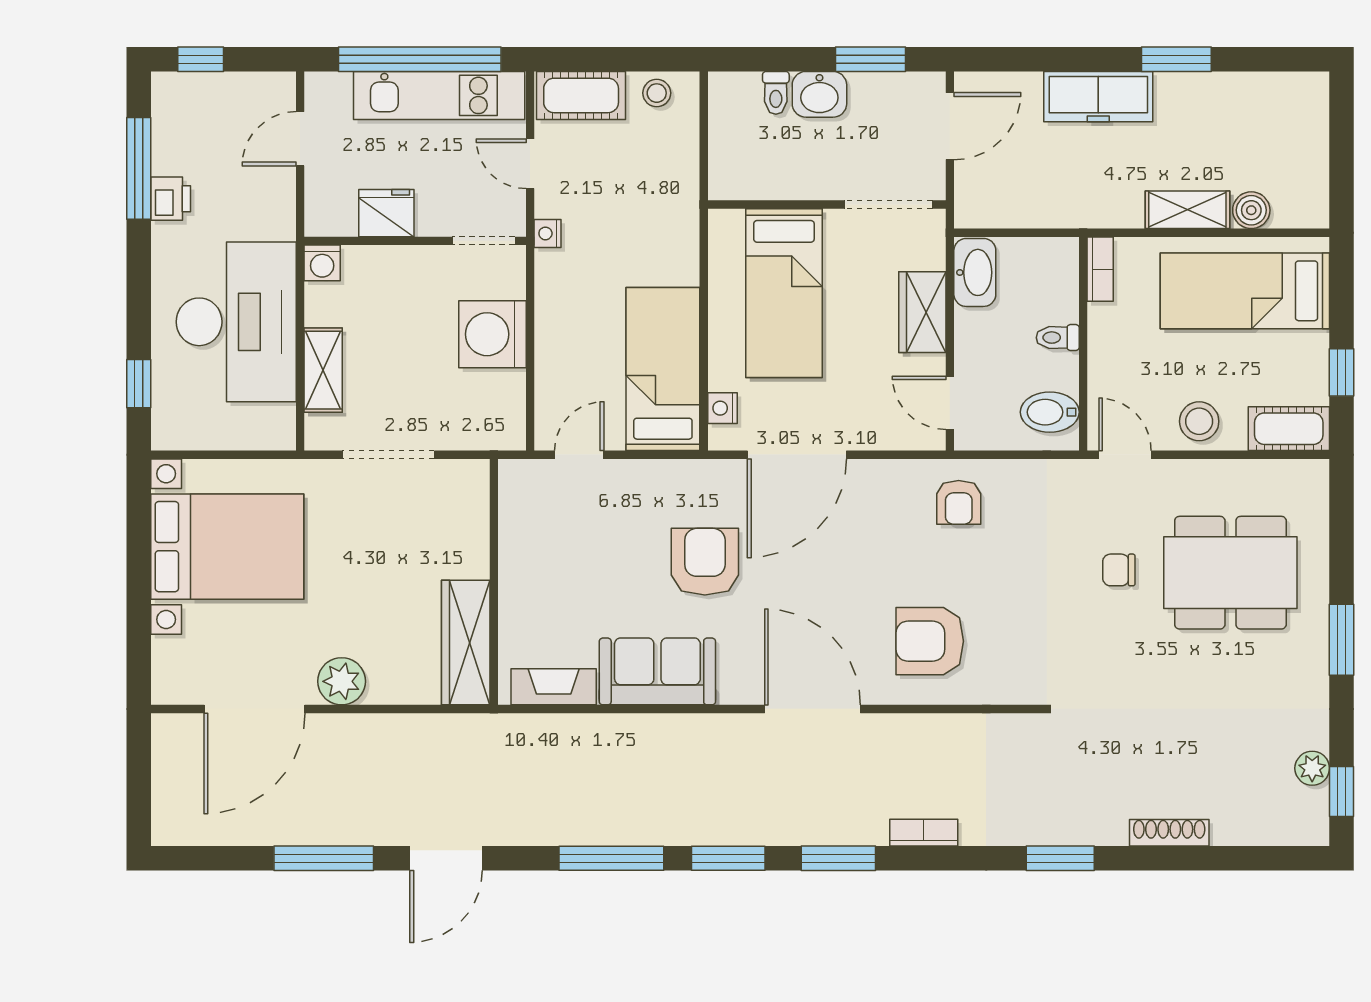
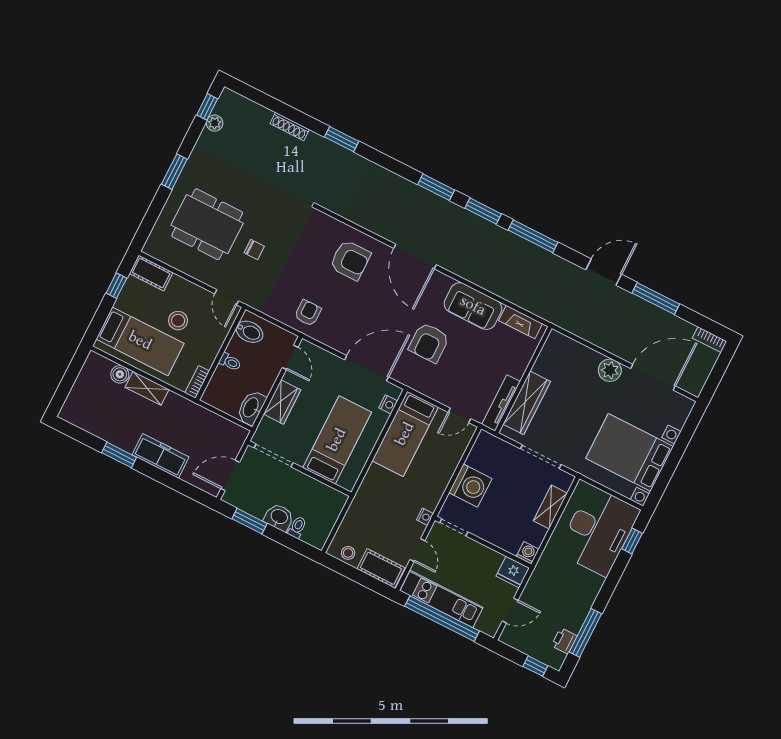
printer: (171, 199) -> (564, 641), moved
fridge: (386, 213) -> (513, 572), moved
desk: (236, 322) -> (598, 531), moved, turned 180
stool: (1199, 421) -> (178, 321), moved
tv unit: (514, 517) -> (501, 403), added
wardrobe: (466, 643) -> (527, 403), moved
bookcase: (924, 833) -> (710, 340), moved

